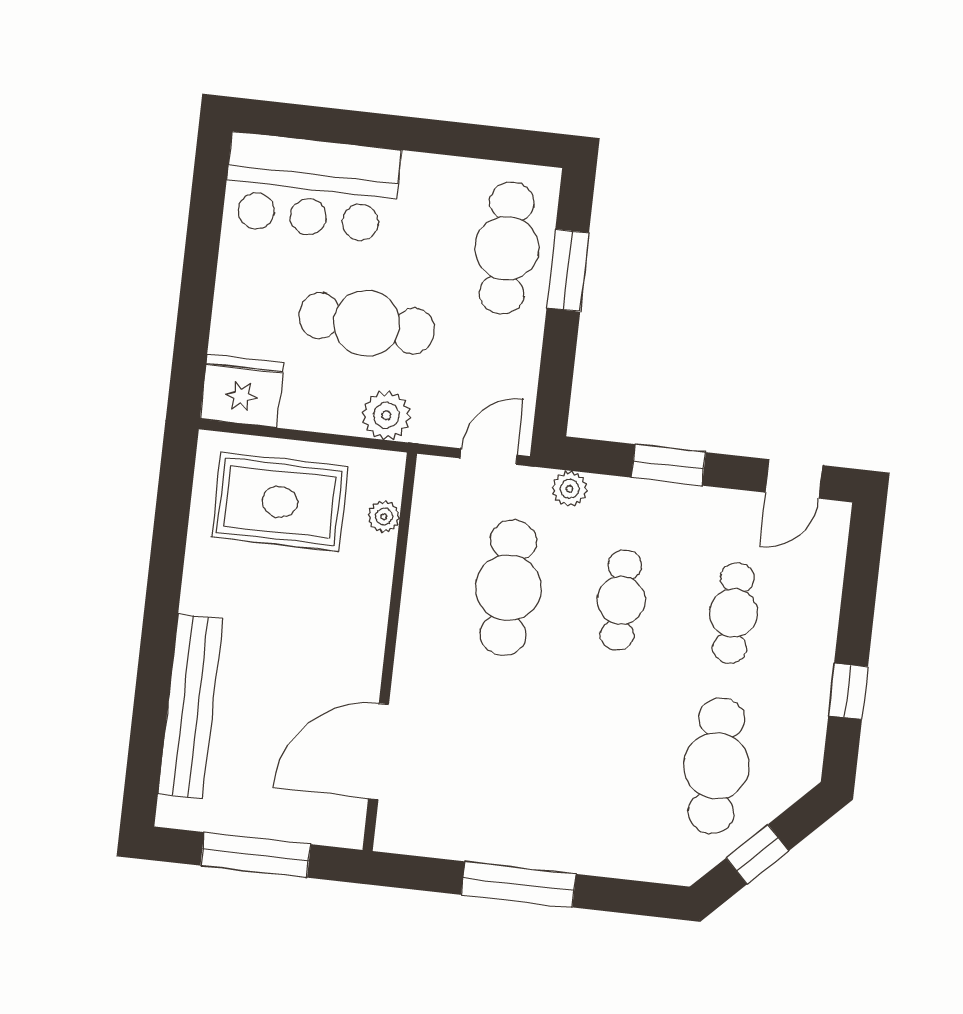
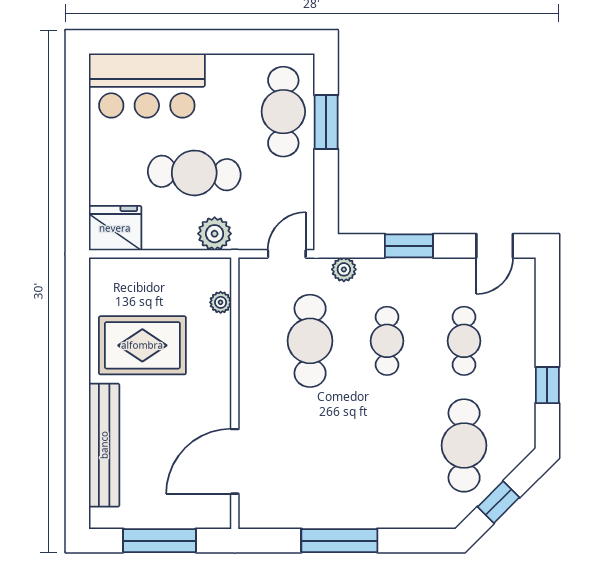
rug: (280, 502) -> (142, 345), moved

